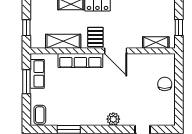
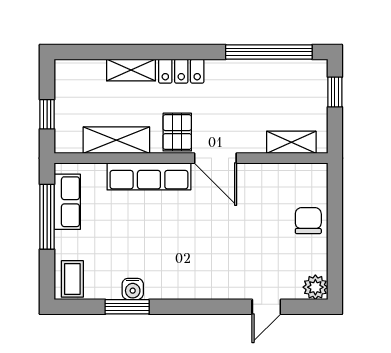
window: (179, 28) -> (335, 92), moved
window: (26, 82) -> (47, 217), width x1.44
plant: (113, 119) -> (315, 287), moved
water cooler: (72, 120) -> (133, 289), added

